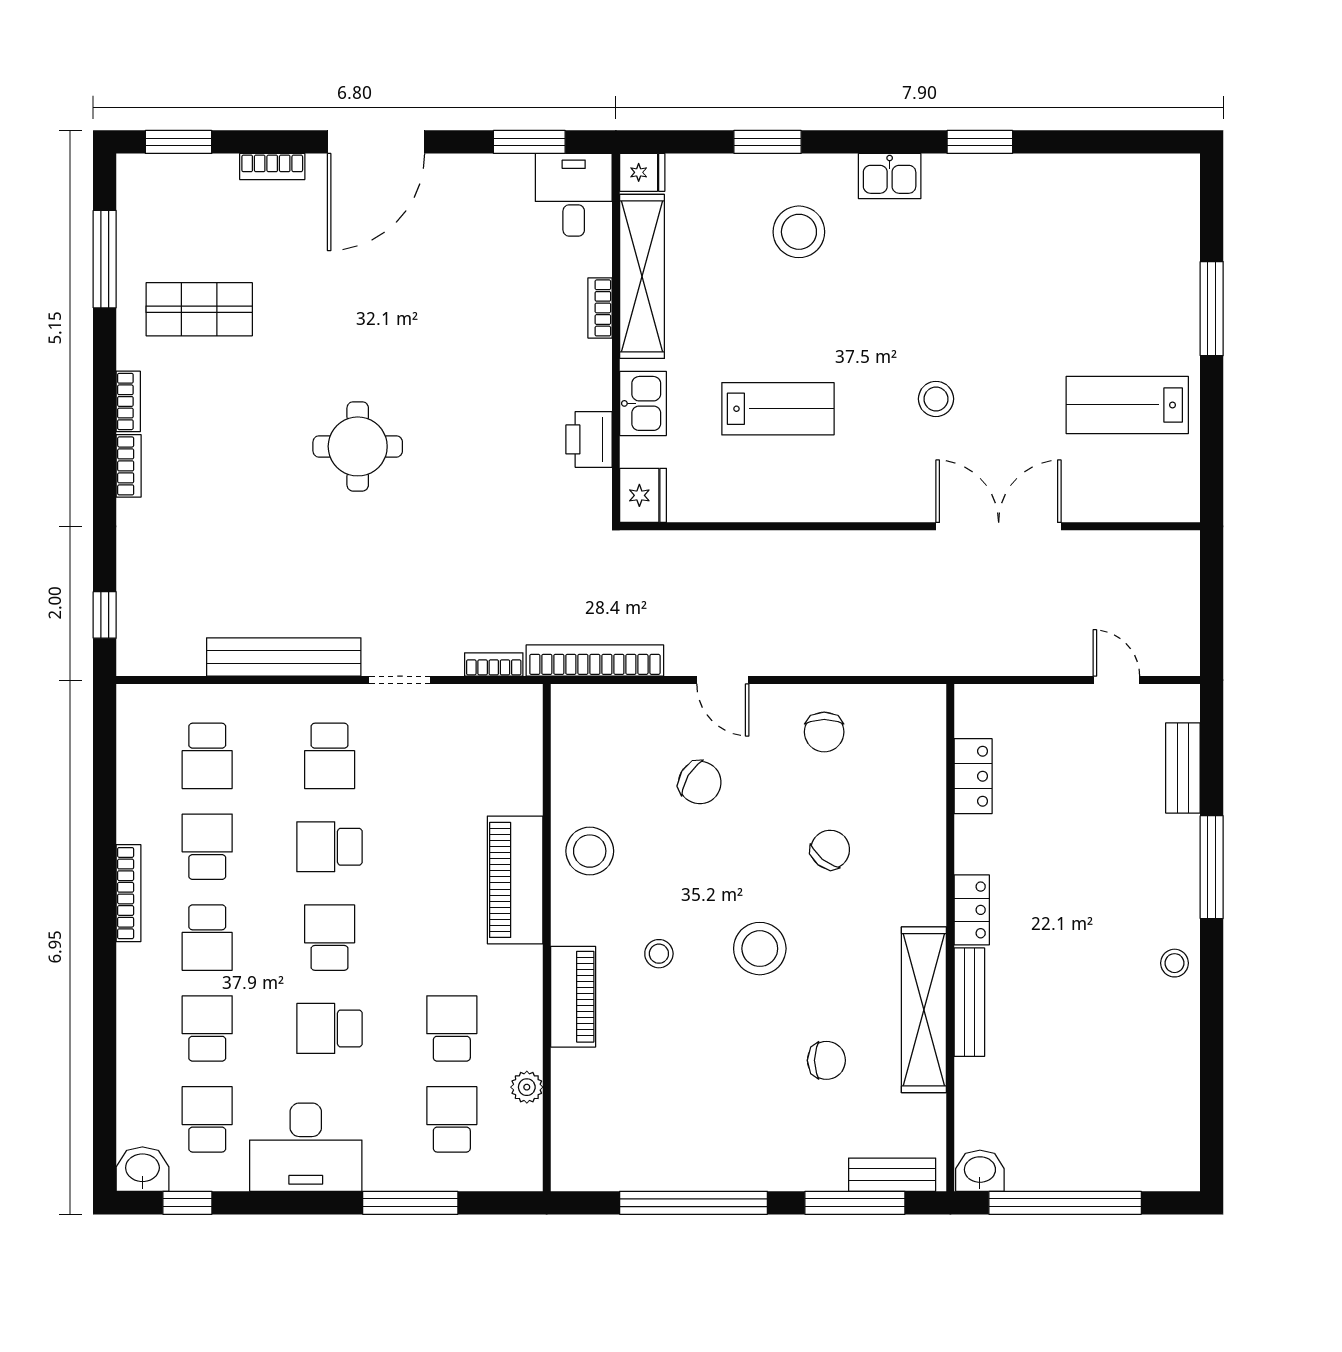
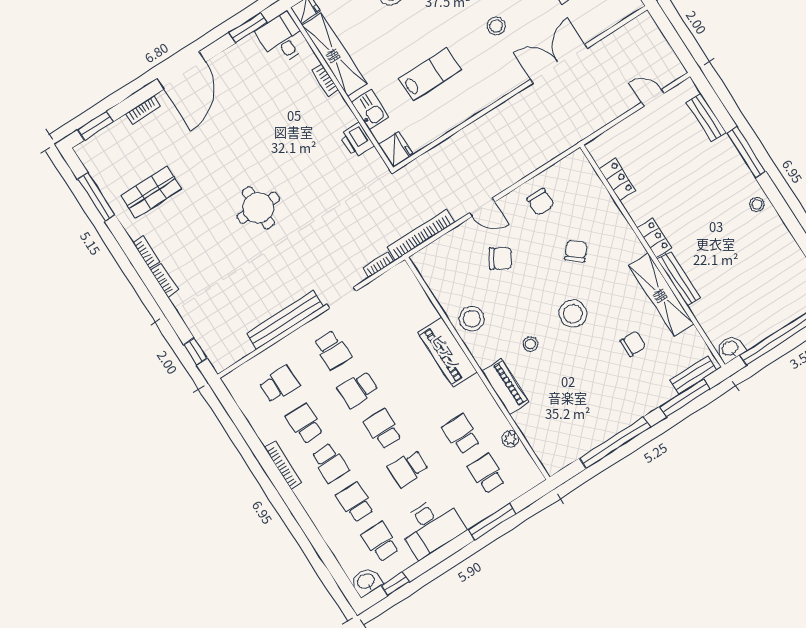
school desk: (207, 756) -> (279, 384), turned -90

